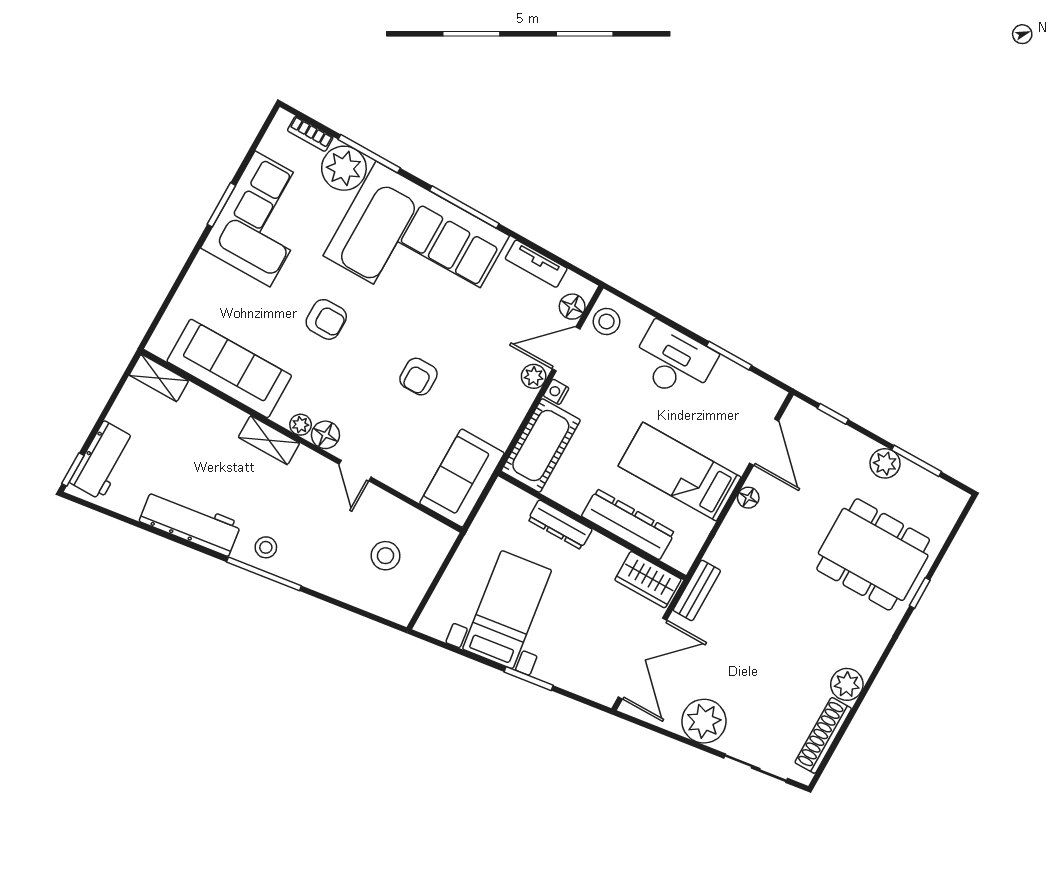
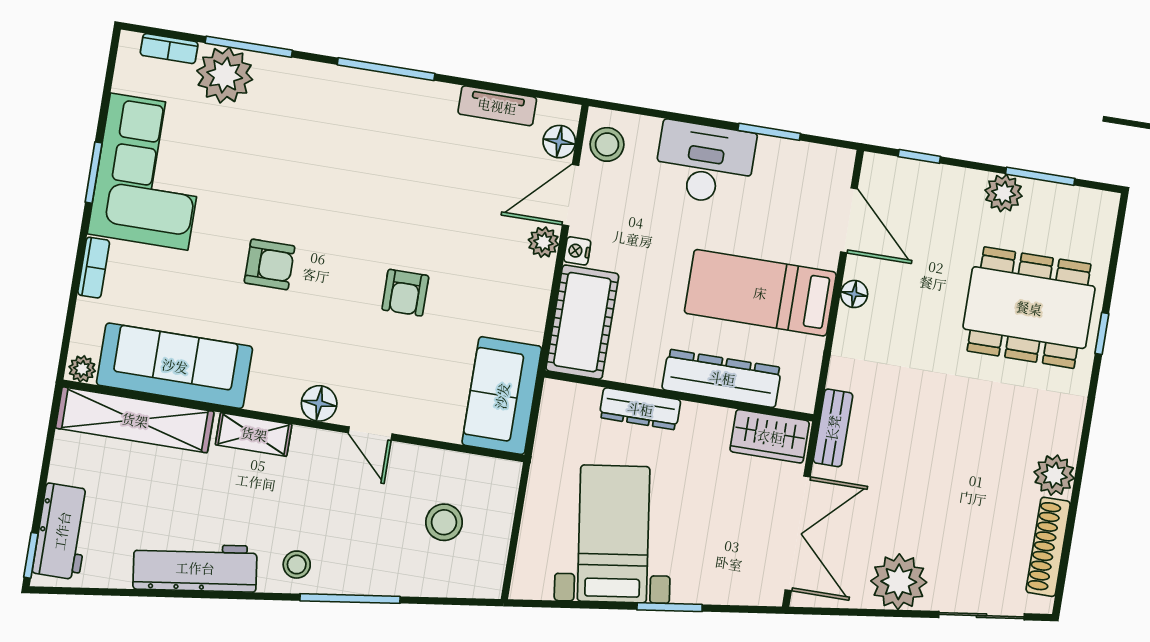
corner sofa: (416, 246) -> (345, 137), removed
bookcase: (196, 275) -> (94, 268), added
shelving: (159, 378) -> (135, 420), width x2.20, depth x1.33
plant: (301, 425) -> (82, 369), moved
window: (264, 574) -> (350, 599), moved

